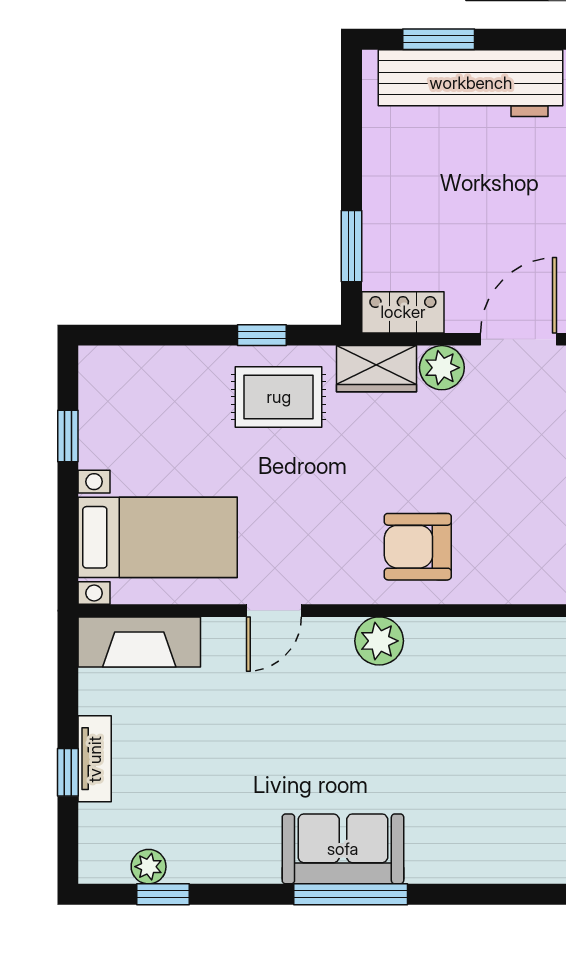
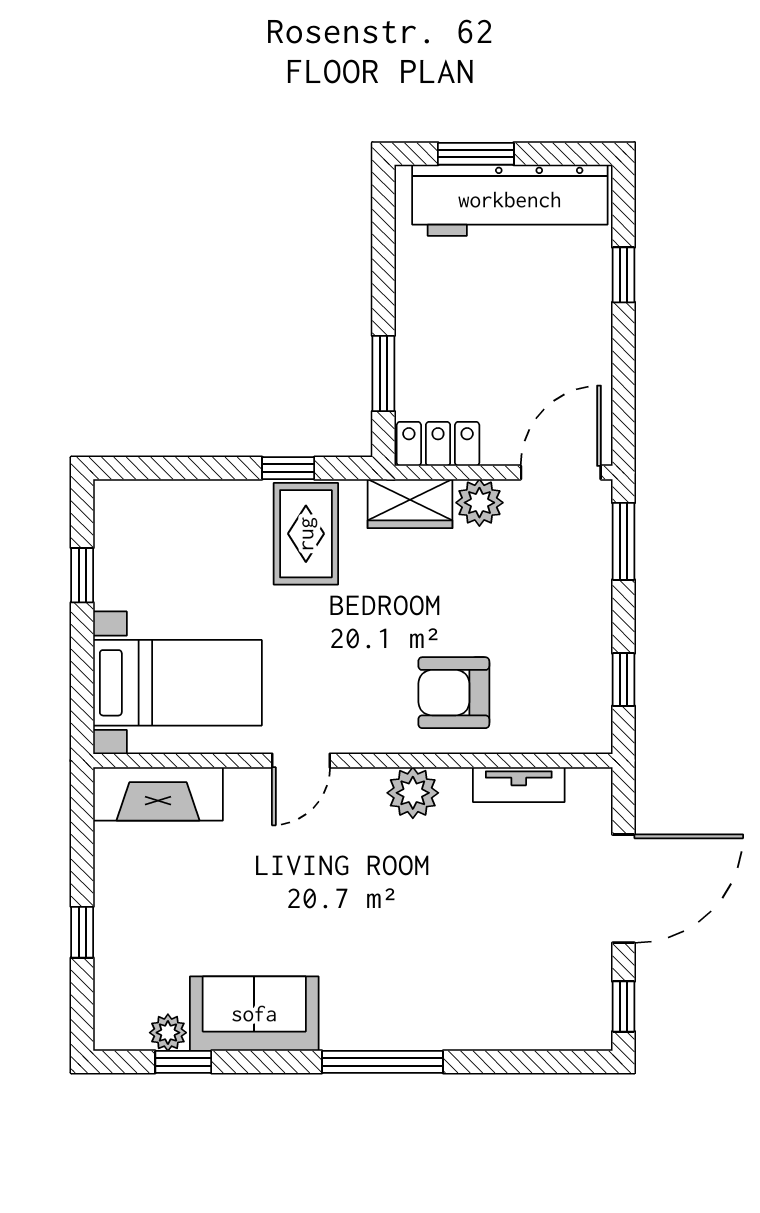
rug: (279, 397) -> (306, 534), turned 90
tv unit: (95, 759) -> (519, 785), moved, turned 90
sofa: (343, 849) -> (254, 1014), moved

